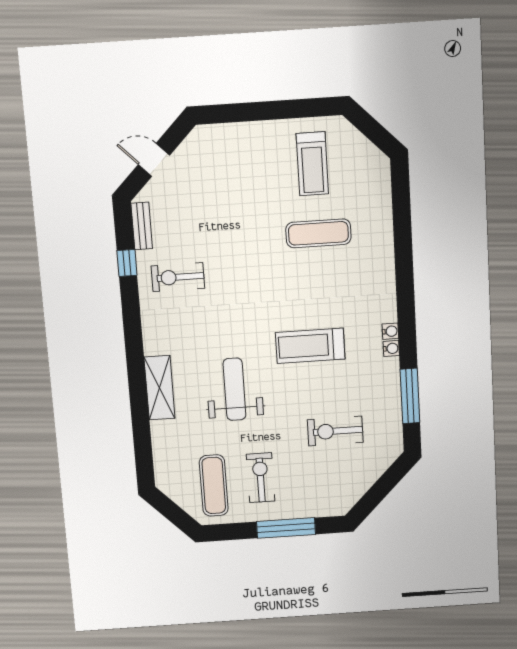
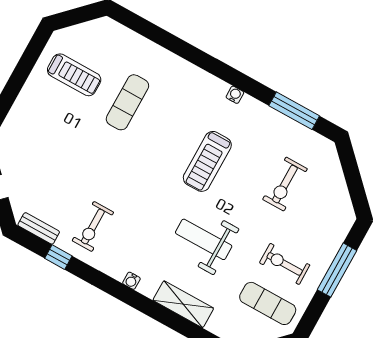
water cooler: (391, 348) -> (131, 281), moved, turned 180
shelving: (160, 388) -> (183, 304), moved

